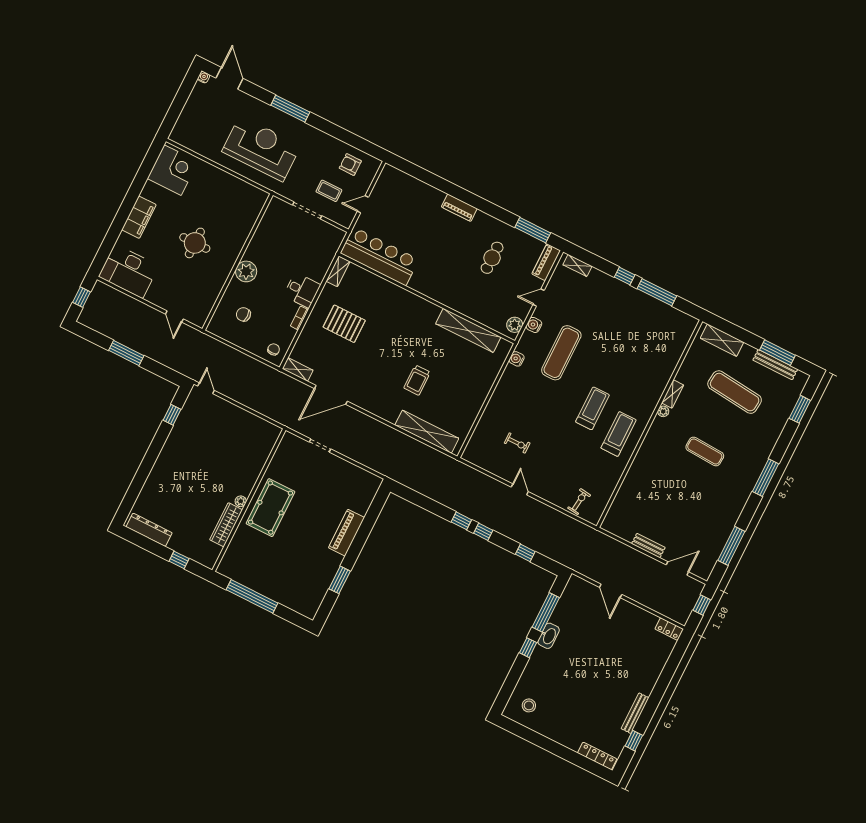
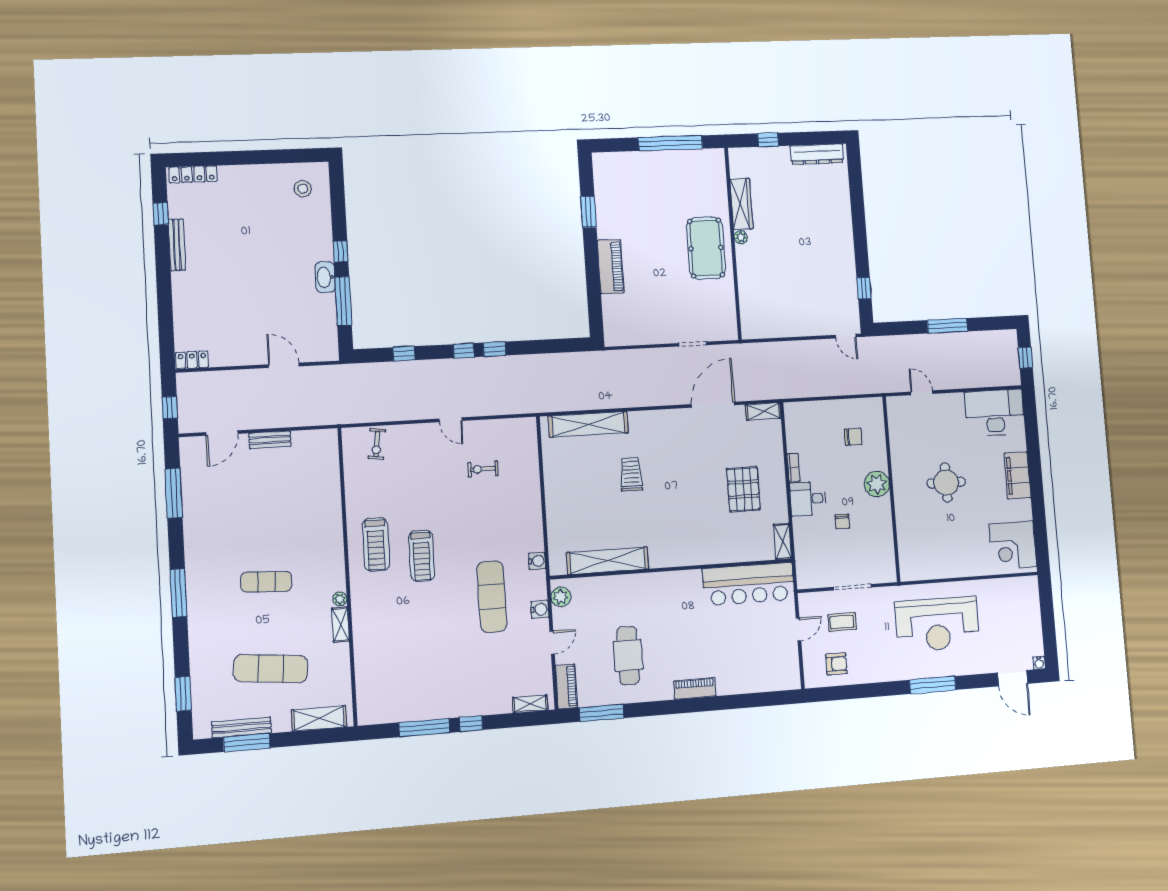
cafe table: (492, 258) -> (628, 655), width x1.37, depth x1.35
pallet: (344, 324) -> (743, 489), turned 90
chair: (274, 349) -> (842, 522), moved

